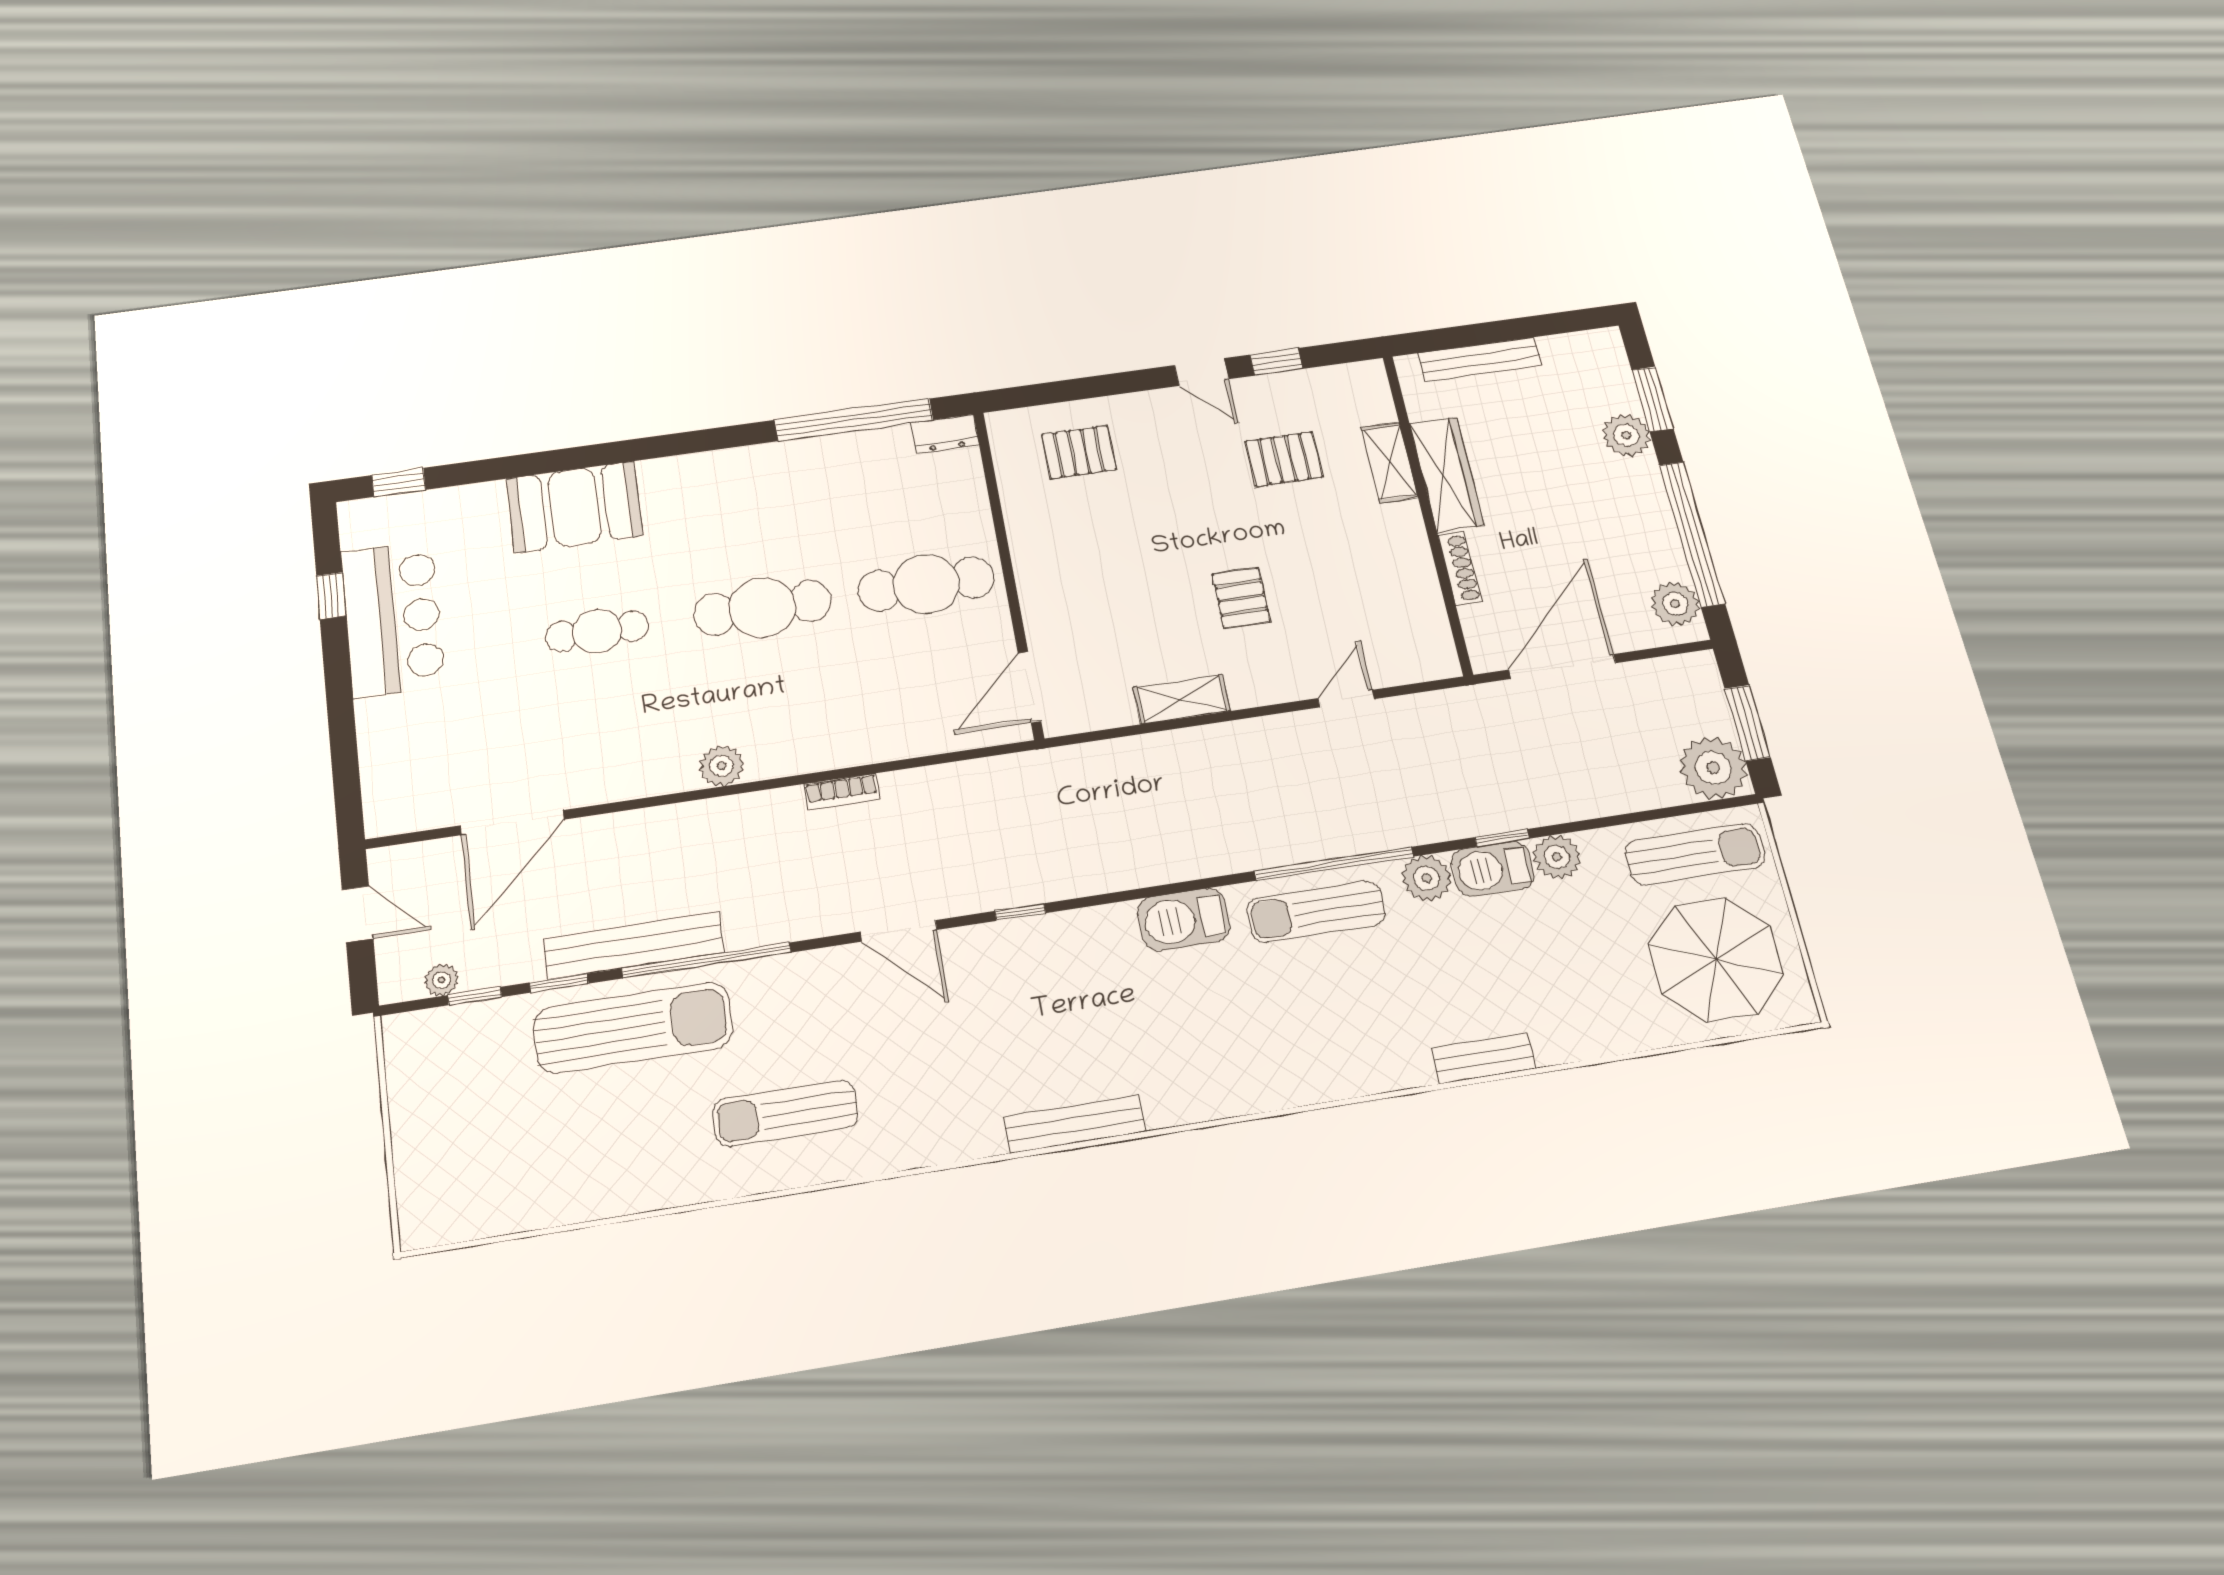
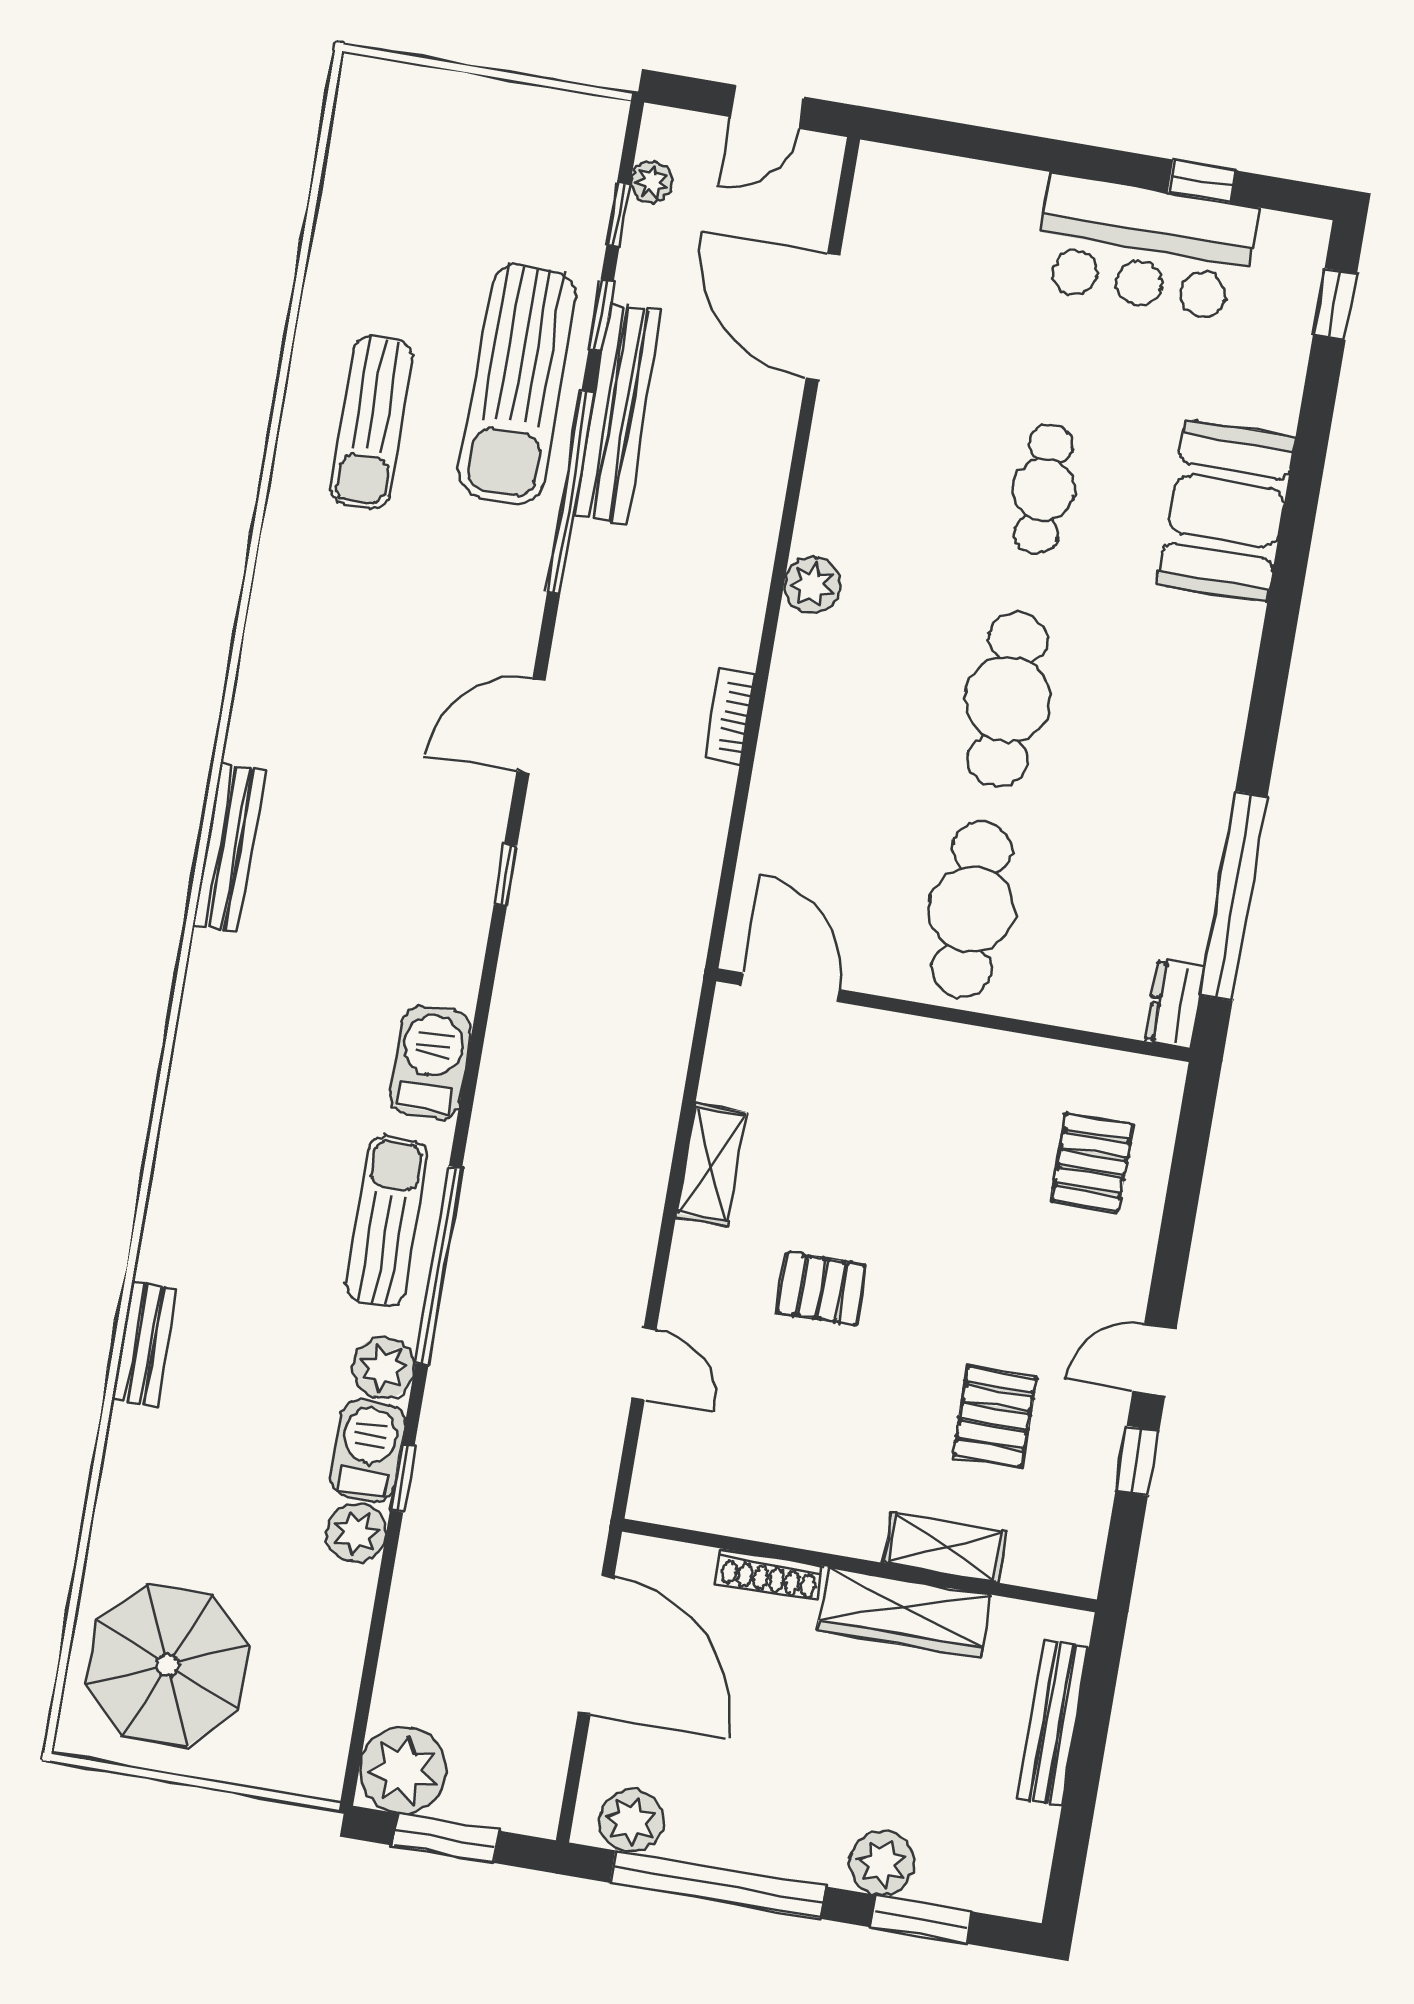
sun lounger: (1695, 854) -> (303, 1699), removed
sun lounger: (785, 1113) -> (372, 423), moved, turned 180

